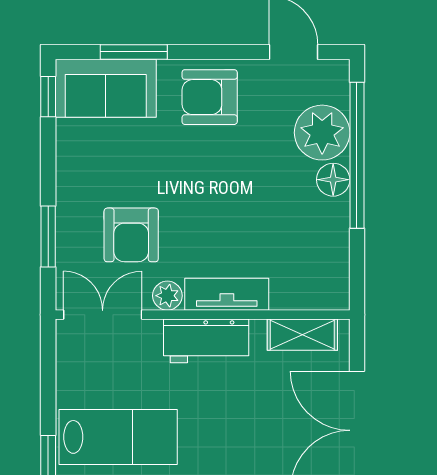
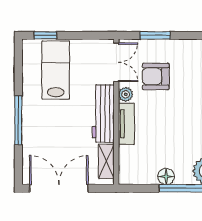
floor lamp: (333, 180) -> (166, 176), moved
workbench: (206, 341) -> (103, 114), width x1.38
lab bench: (118, 437) -> (56, 70), turned 180

